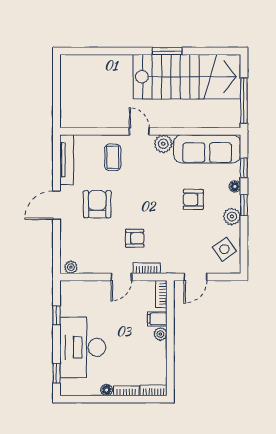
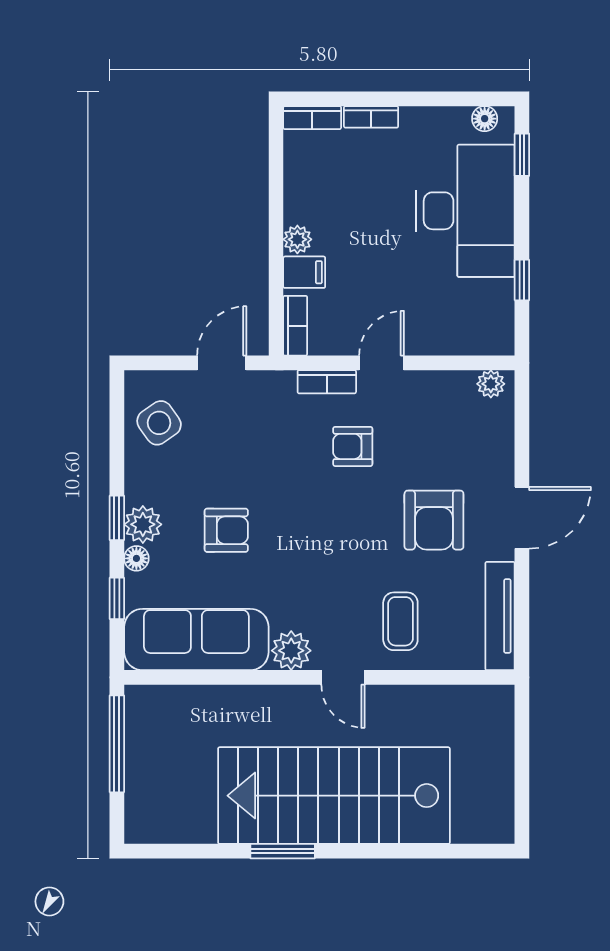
stairs: (187, 77) -> (334, 796), moved
plant: (232, 216) -> (143, 524), moved
floor lamp: (107, 390) -> (485, 119), moved

